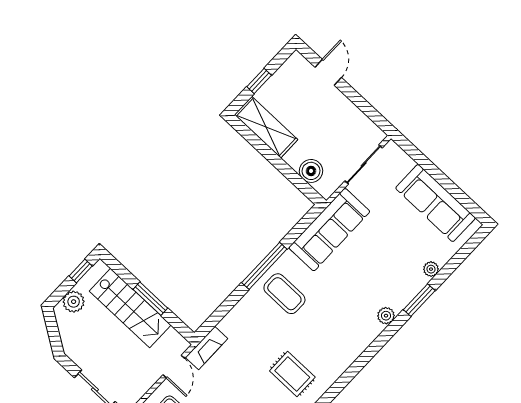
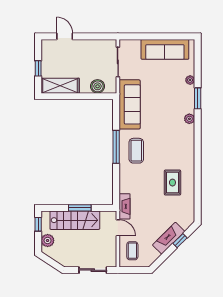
coffee table: (284, 294) -> (136, 151), turned 90
rug: (292, 374) -> (172, 183), turned 90

